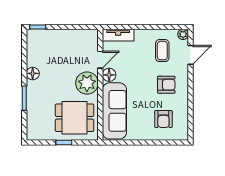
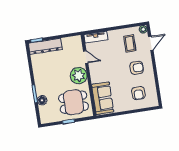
dresser: (48, 37) -> (45, 46), added
door: (100, 60) -> (86, 57), hinge flipped
floor lamp: (33, 73) -> (42, 100), moved
floor lamp: (109, 75) -> (94, 67), removed
sofa: (114, 111) -> (103, 98), width x0.73

